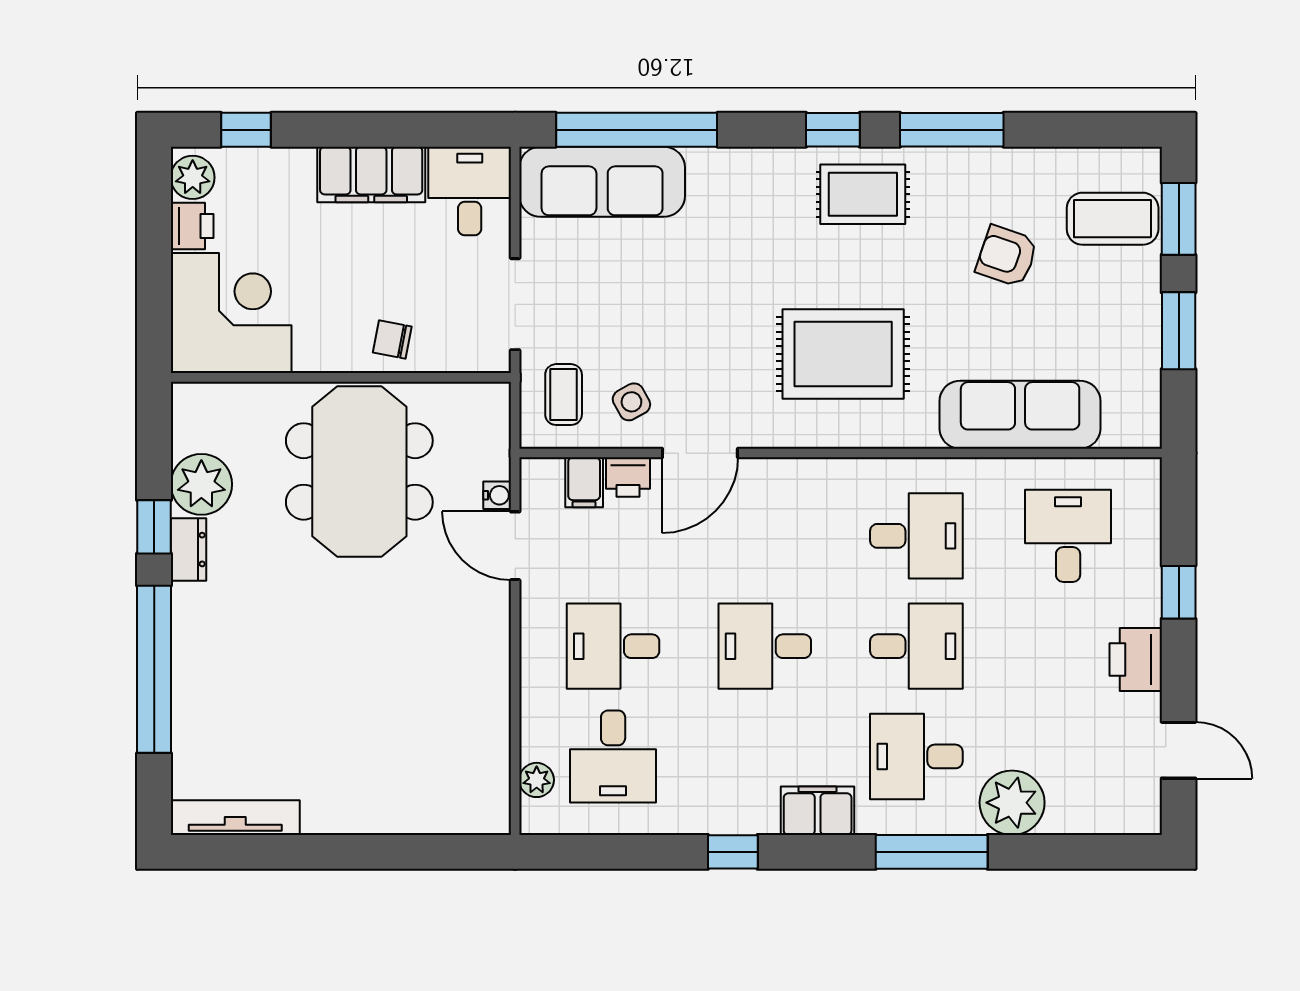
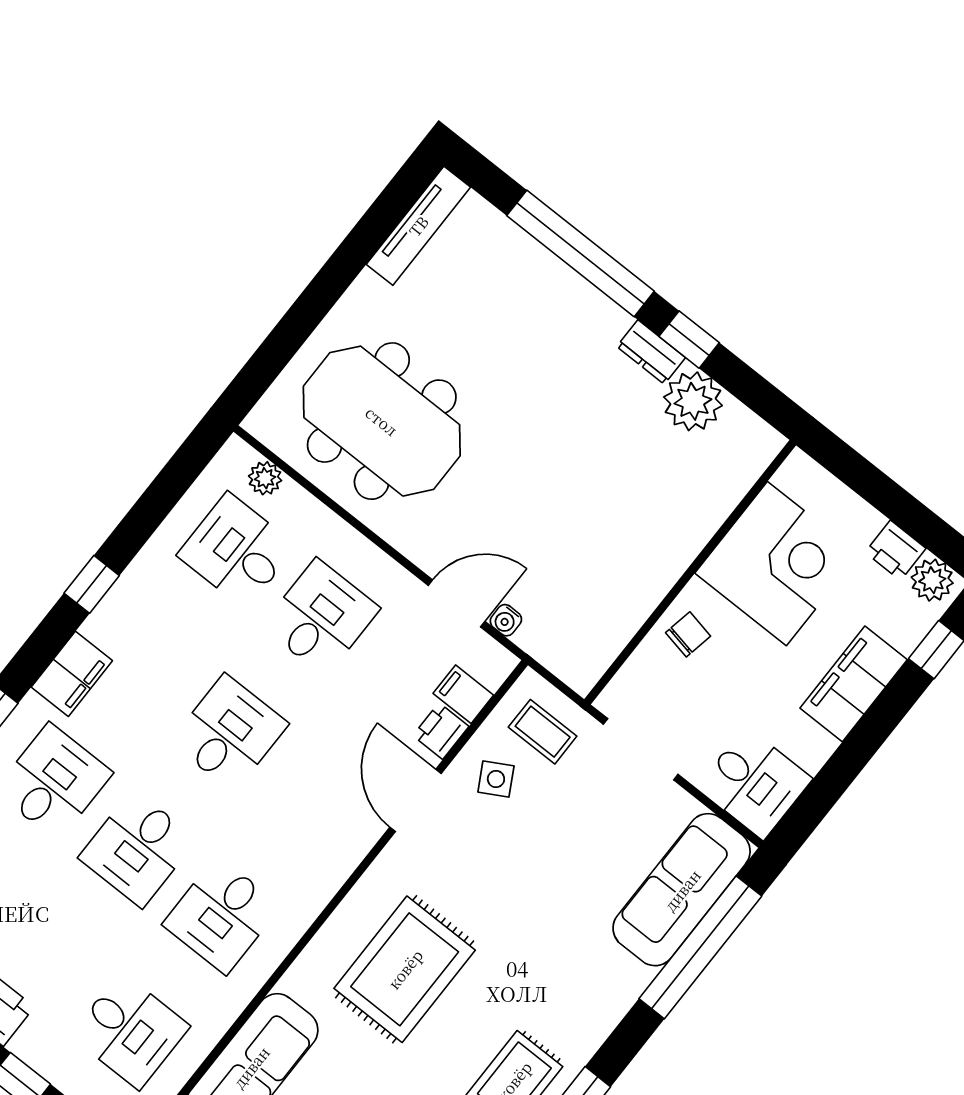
filing cabinet: (371, 174) -> (854, 684), moved
corner desk: (231, 313) -> (777, 564), moved, turned -90
meeting table: (359, 471) -> (382, 421), moved

